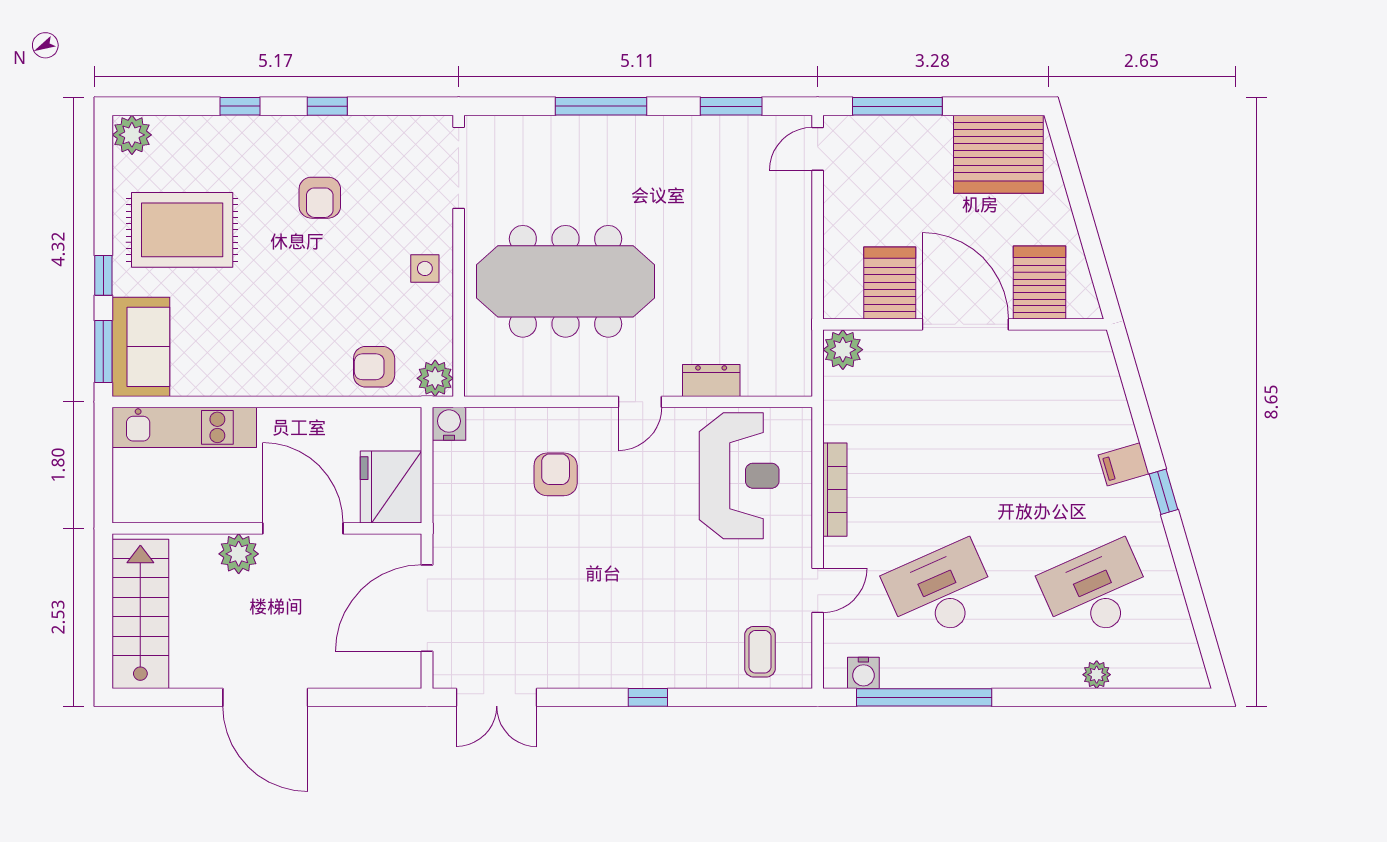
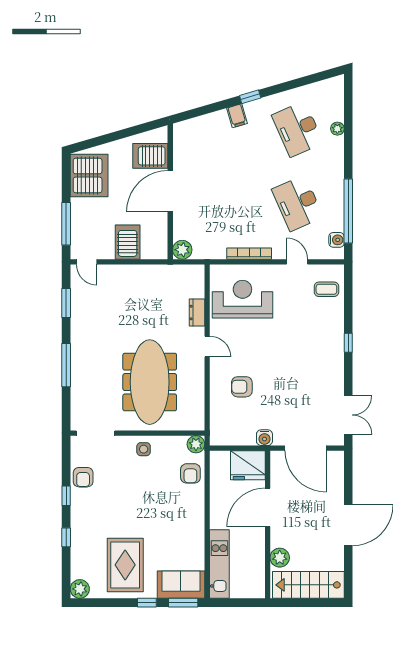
armchair: (320, 198) -> (83, 477), moved, turned 90
server rack: (890, 283) -> (128, 242), moved, turned 90
water cooler: (449, 424) -> (264, 438), moved, turned -90
plant: (239, 554) -> (280, 558), moved

